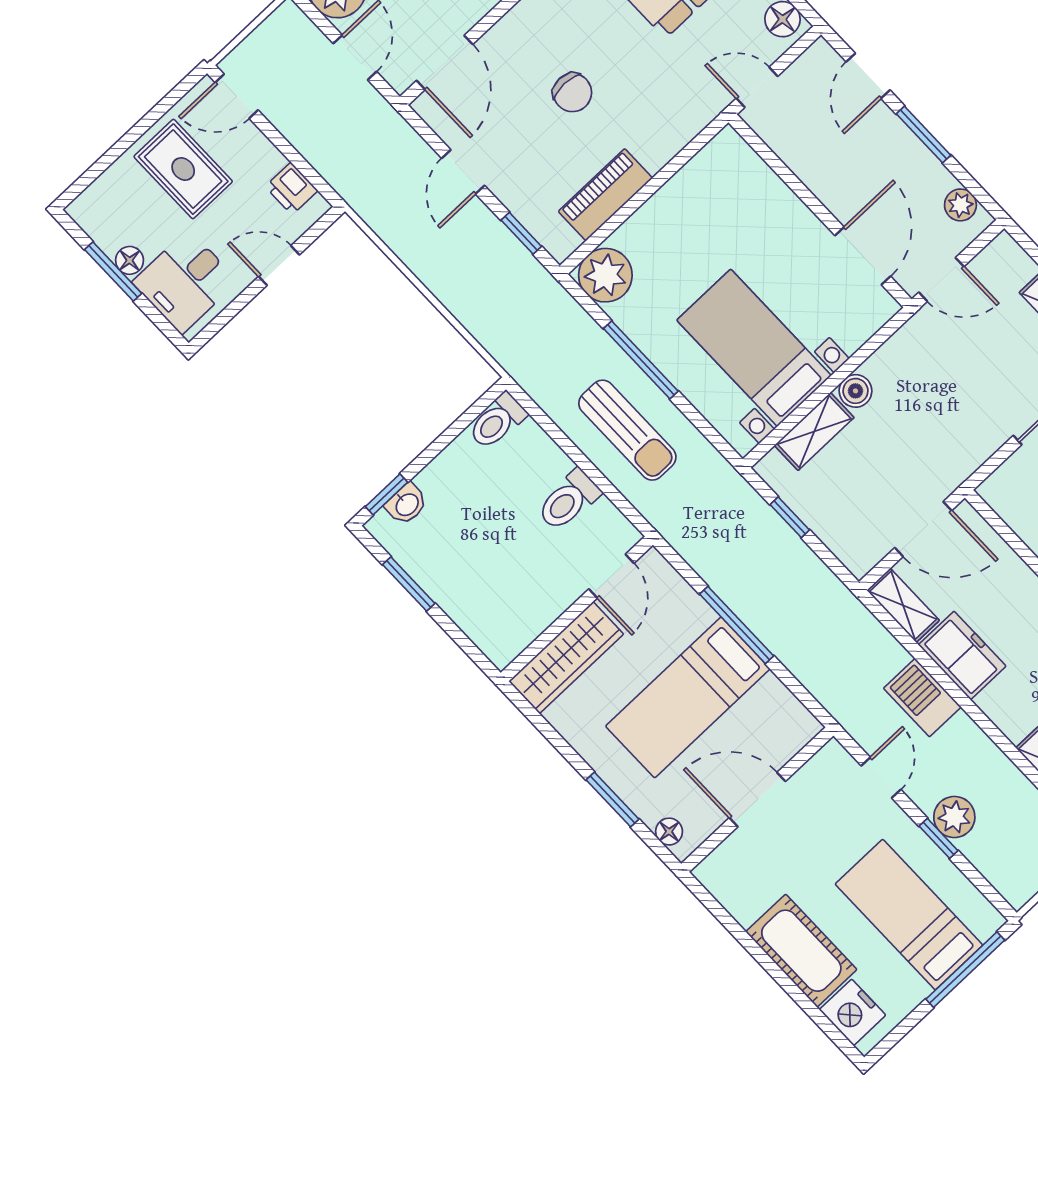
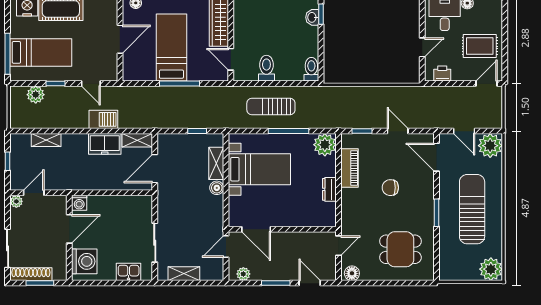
dresser: (675, 195) -> (329, 189), added
plant: (954, 817) -> (36, 95), moved

